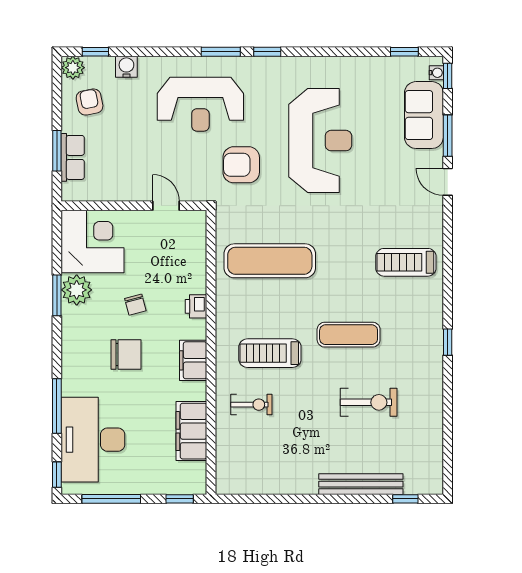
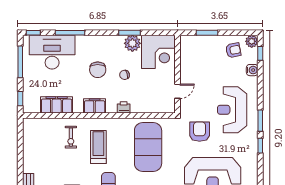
row of seats: (73, 157) -> (203, 41), removed
exercise mat: (270, 261) -> (148, 147), width x1.47

